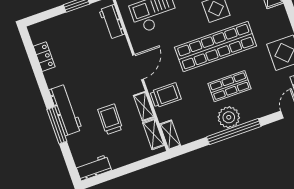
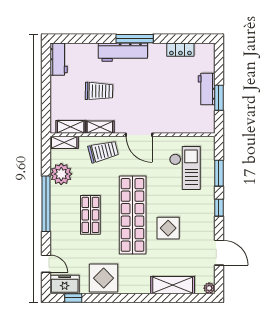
workbench: (112, 22) -> (207, 89), moved, turned -90
trolley: (166, 95) -> (103, 151), turned -104
plant: (229, 117) -> (61, 174), moved
window: (57, 125) -> (135, 39), moved

